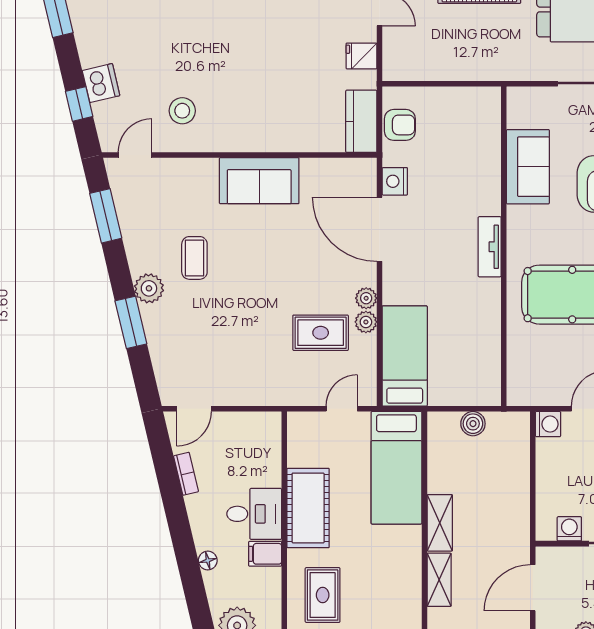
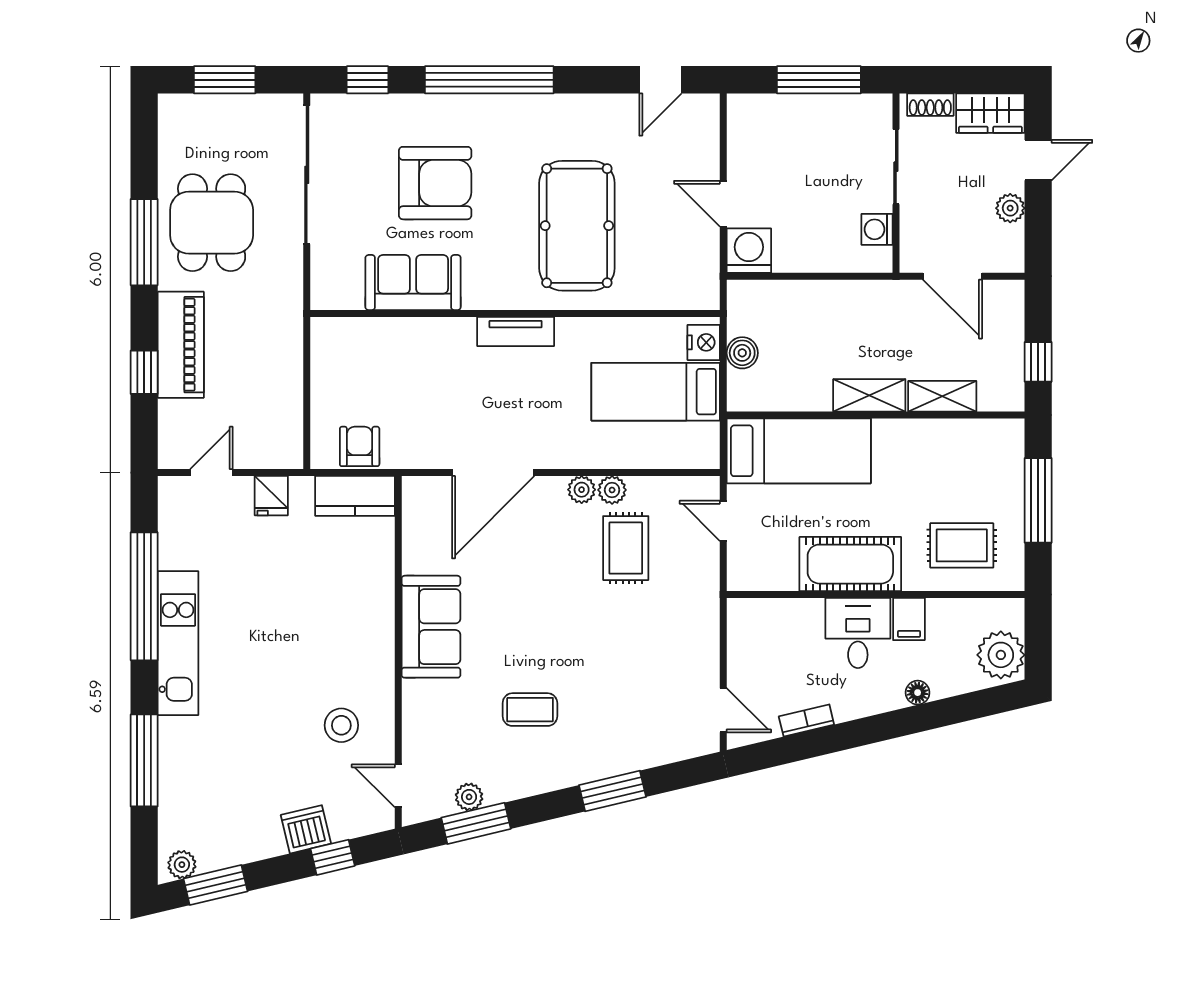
nightstand: (395, 181) -> (704, 342), moved, turned -90
plant: (149, 288) -> (469, 797), moved, width x0.73, depth x0.73
bed: (405, 356) -> (656, 392), moved
washing machine: (548, 424) -> (749, 251), width x1.38, depth x1.38

